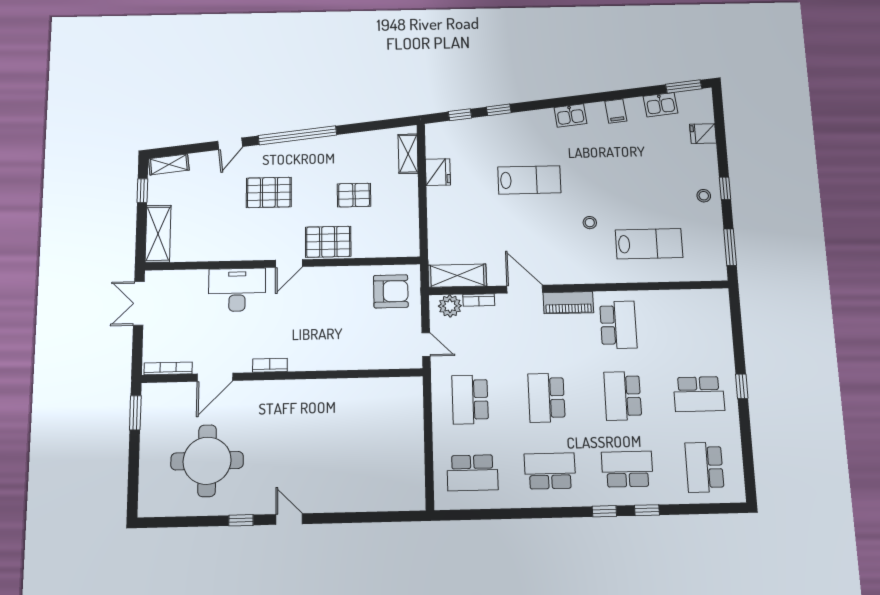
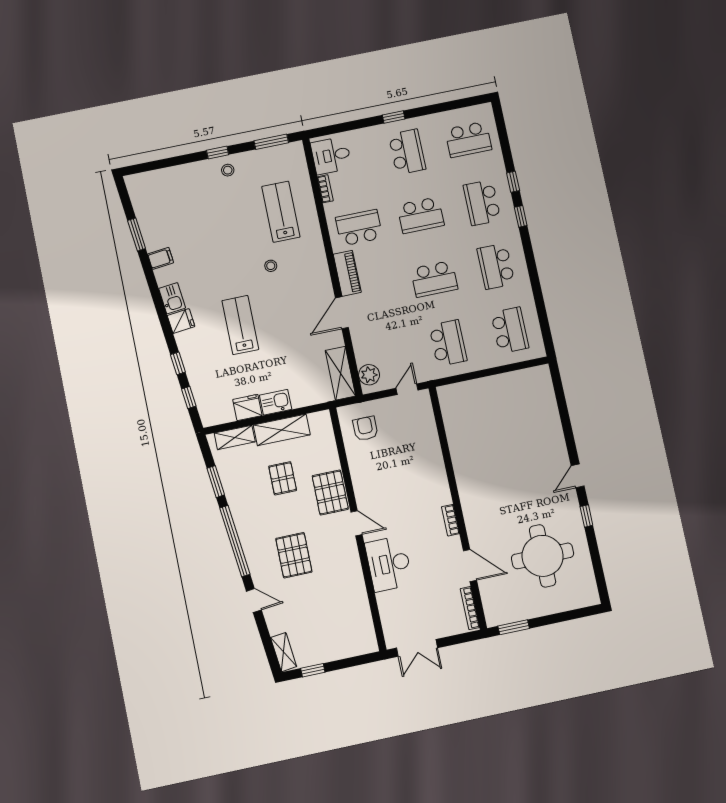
window: (684, 87) -> (137, 234), moved
kitchen sink: (661, 105) -> (276, 402), moved, turned -84
window: (365, 127) -> (216, 482), added
fridge: (703, 134) -> (181, 321), moved, turned -96
shelving: (158, 234) -> (282, 430), moved
armchair: (391, 291) -> (365, 429), width x0.72, depth x0.72
bookcase: (479, 300) -> (325, 189), moved
desk: (706, 309) -> (331, 156), added
school desk: (470, 400) -> (448, 343), turned -90

